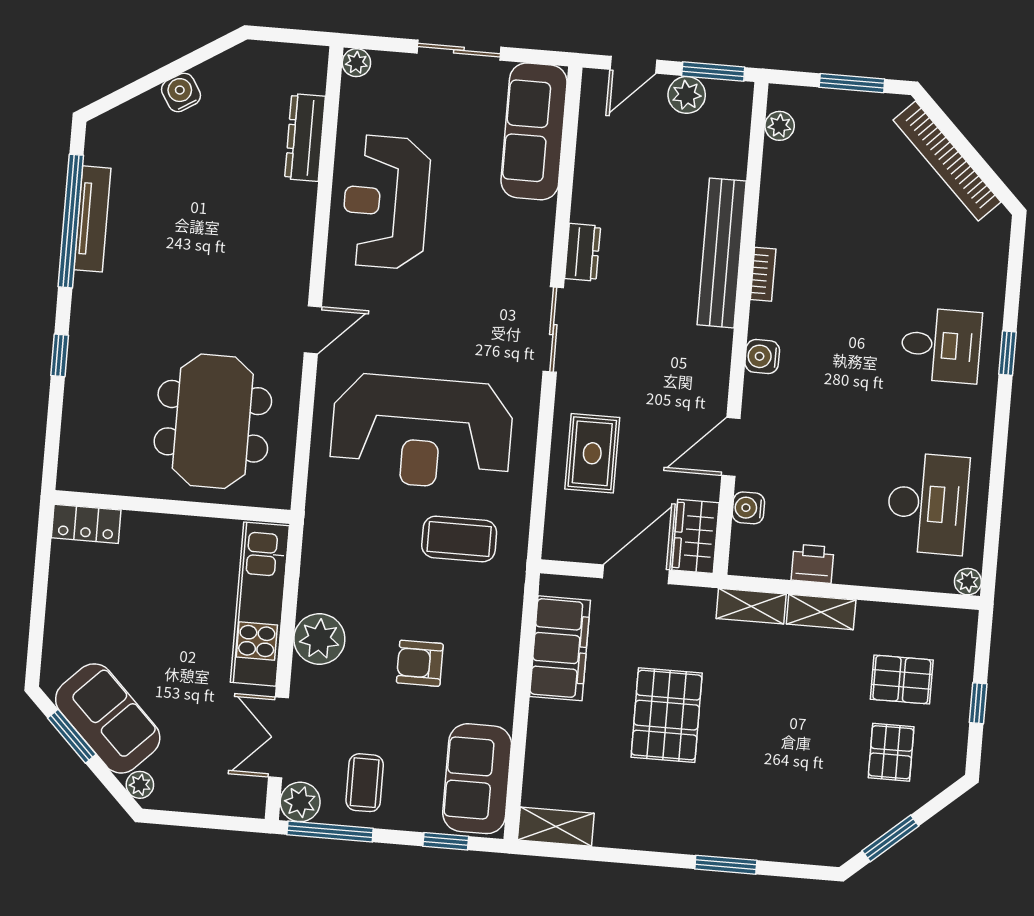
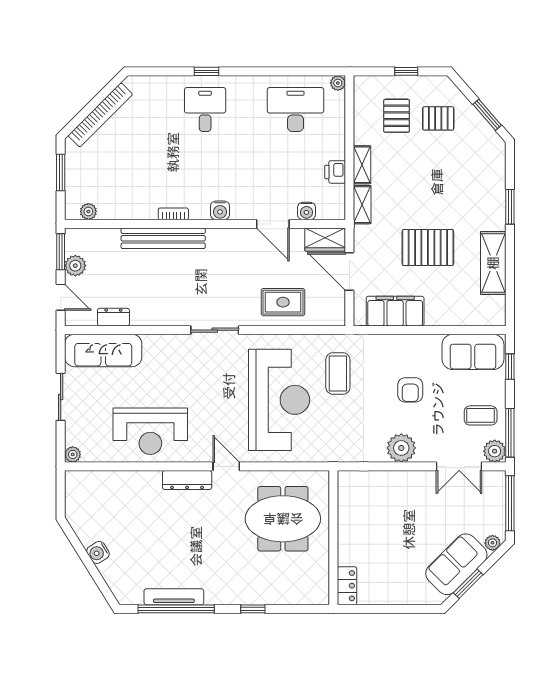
dresser: (305, 137) -> (187, 480), moved
dresser: (583, 252) -> (113, 317), moved
kitchen unit: (260, 604) -> (384, 483), removed
window: (207, 821) -> (510, 503), added
shelving: (556, 827) -> (493, 263), moved, width x1.50, depth x1.33

